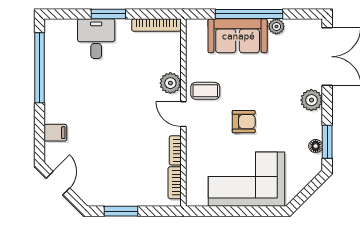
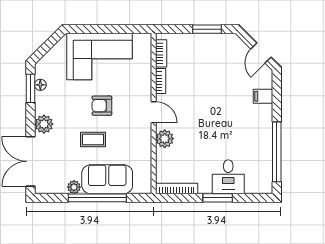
coffee table: (205, 91) -> (93, 140), moved

